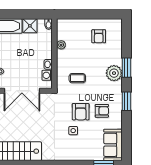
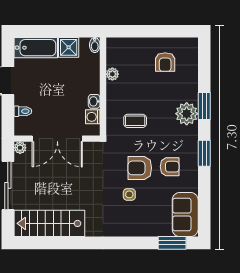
armchair: (81, 112) -> (140, 168), turned 90

